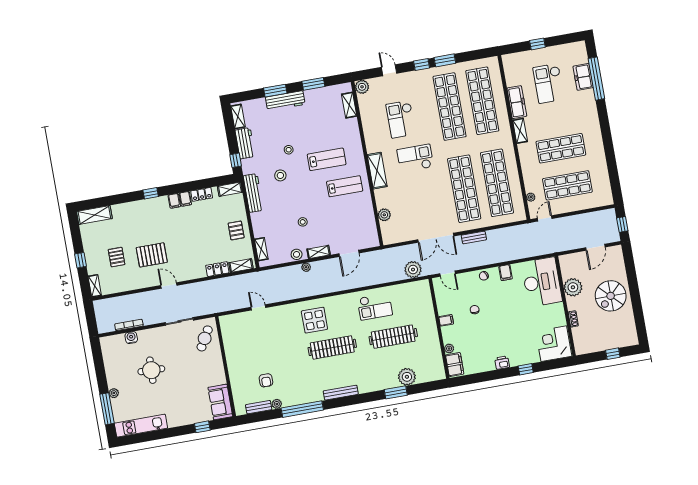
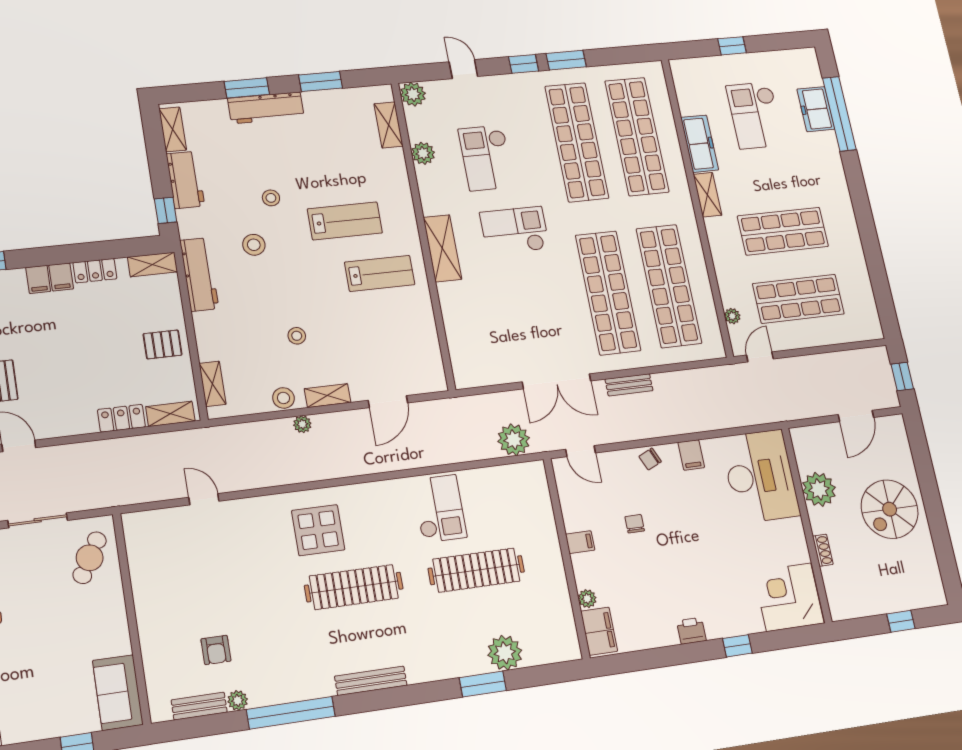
plant: (384, 215) -> (423, 153), moved
pallet: (236, 230) -> (162, 344), turned 90
checkout: (375, 307) -> (439, 509), turned -90

